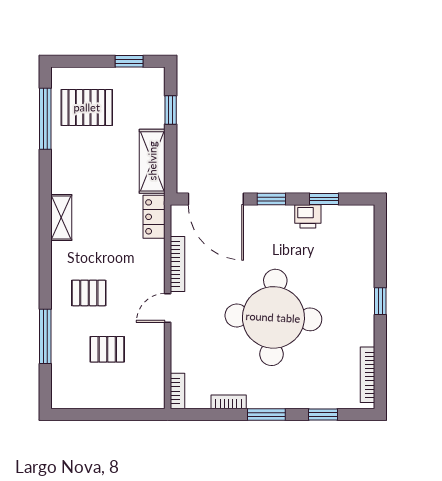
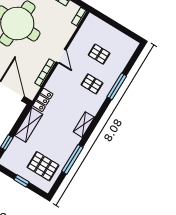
window: (129, 61) -> (22, 181), moved
window: (45, 119) -> (72, 159), moved
door: (168, 308) -> (61, 56), hinge flipped
window: (45, 336) -> (117, 86), moved

